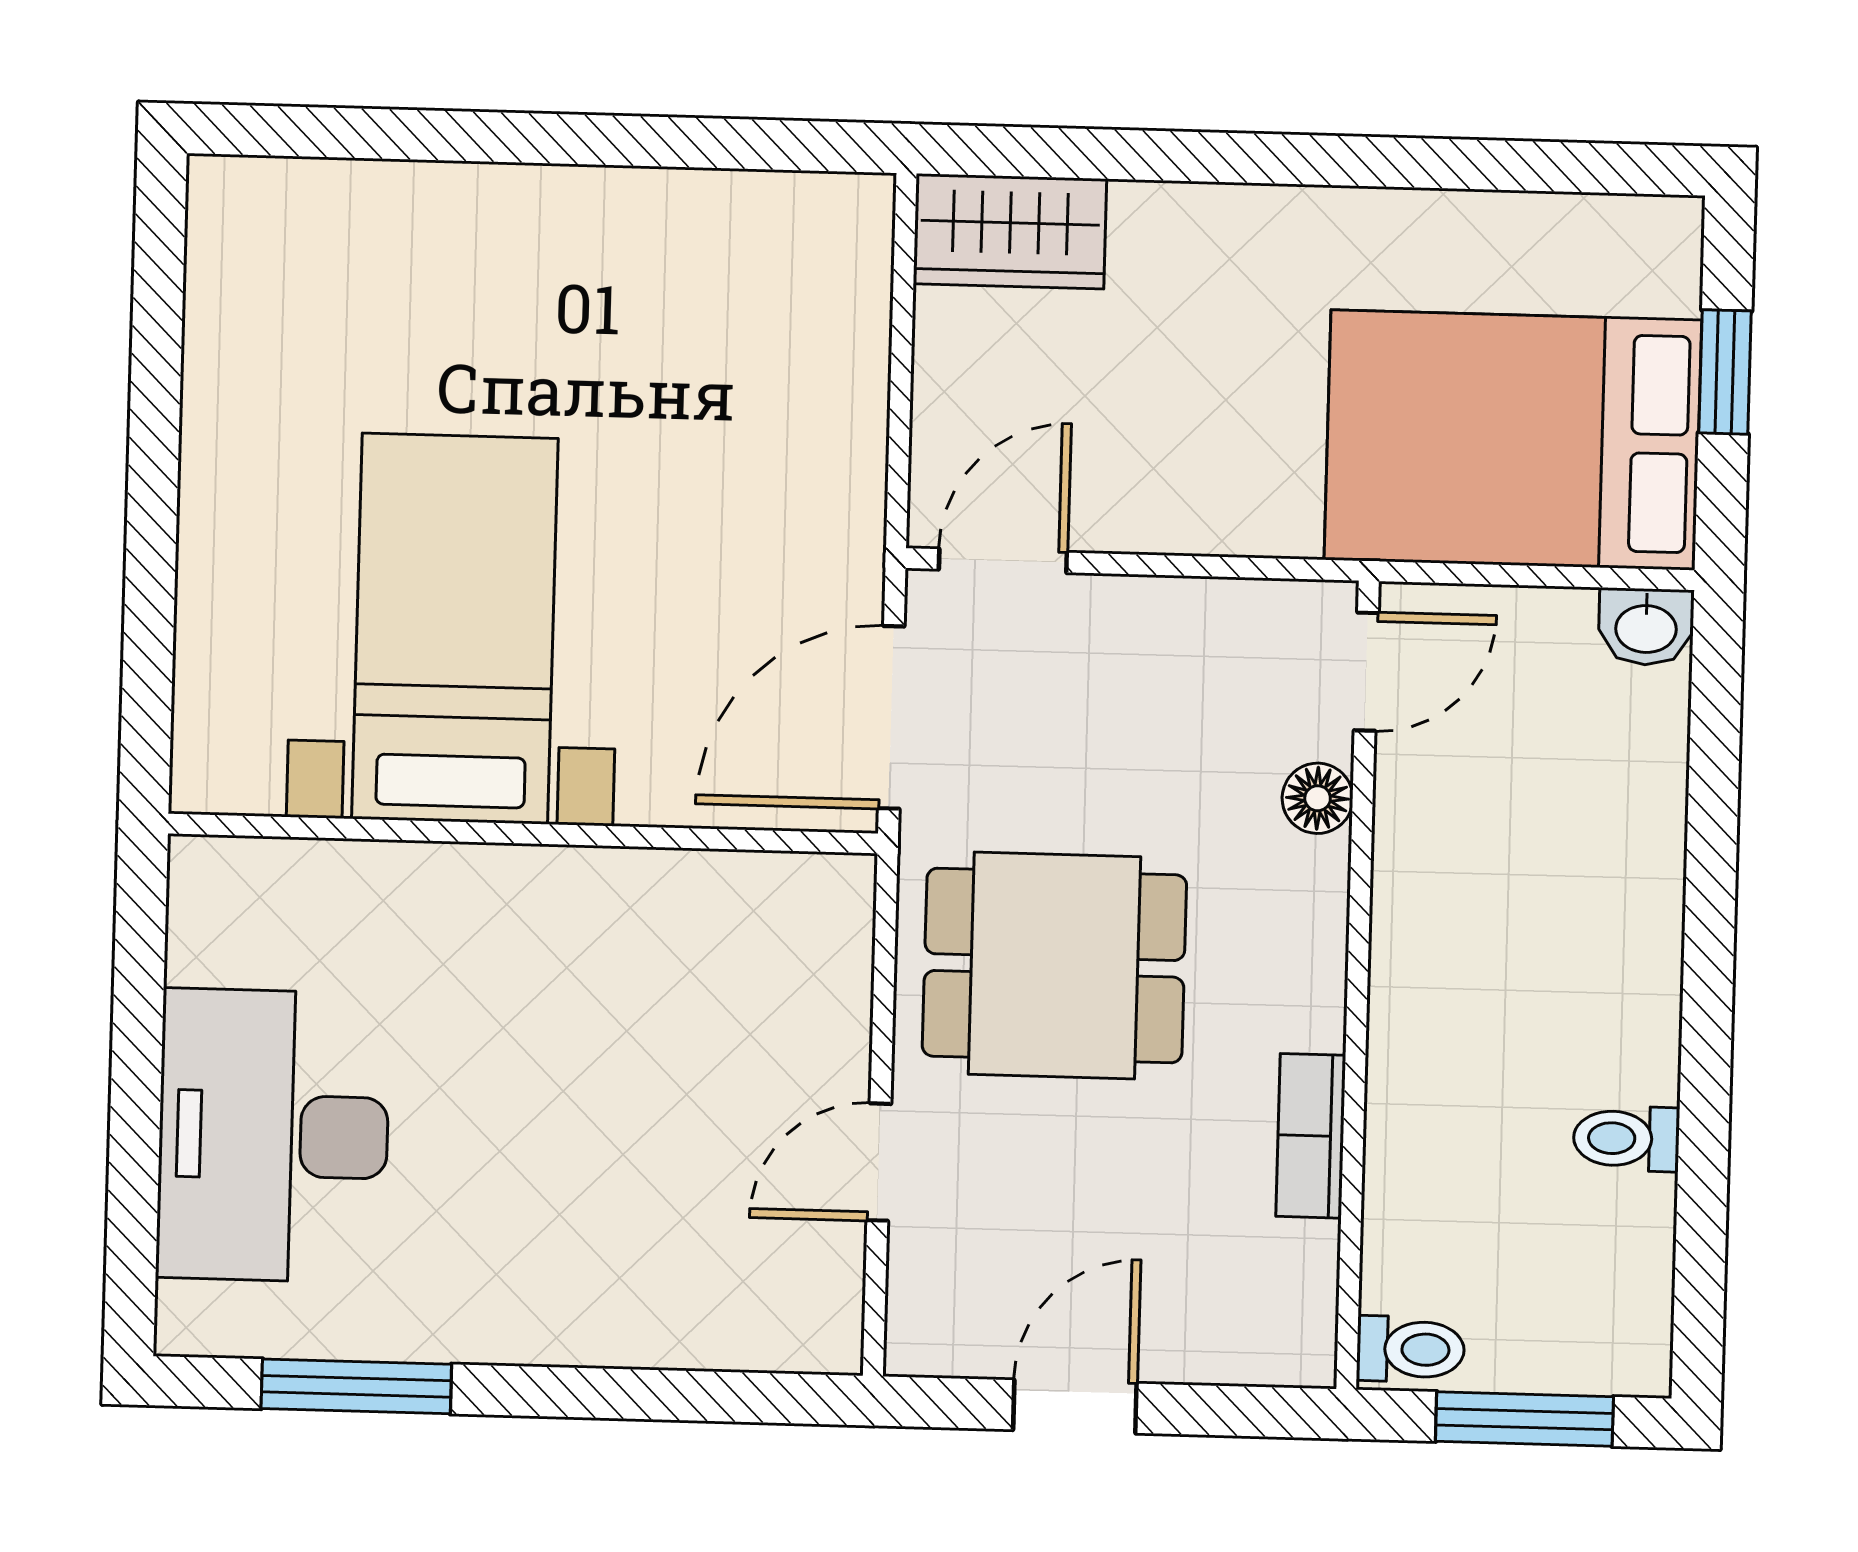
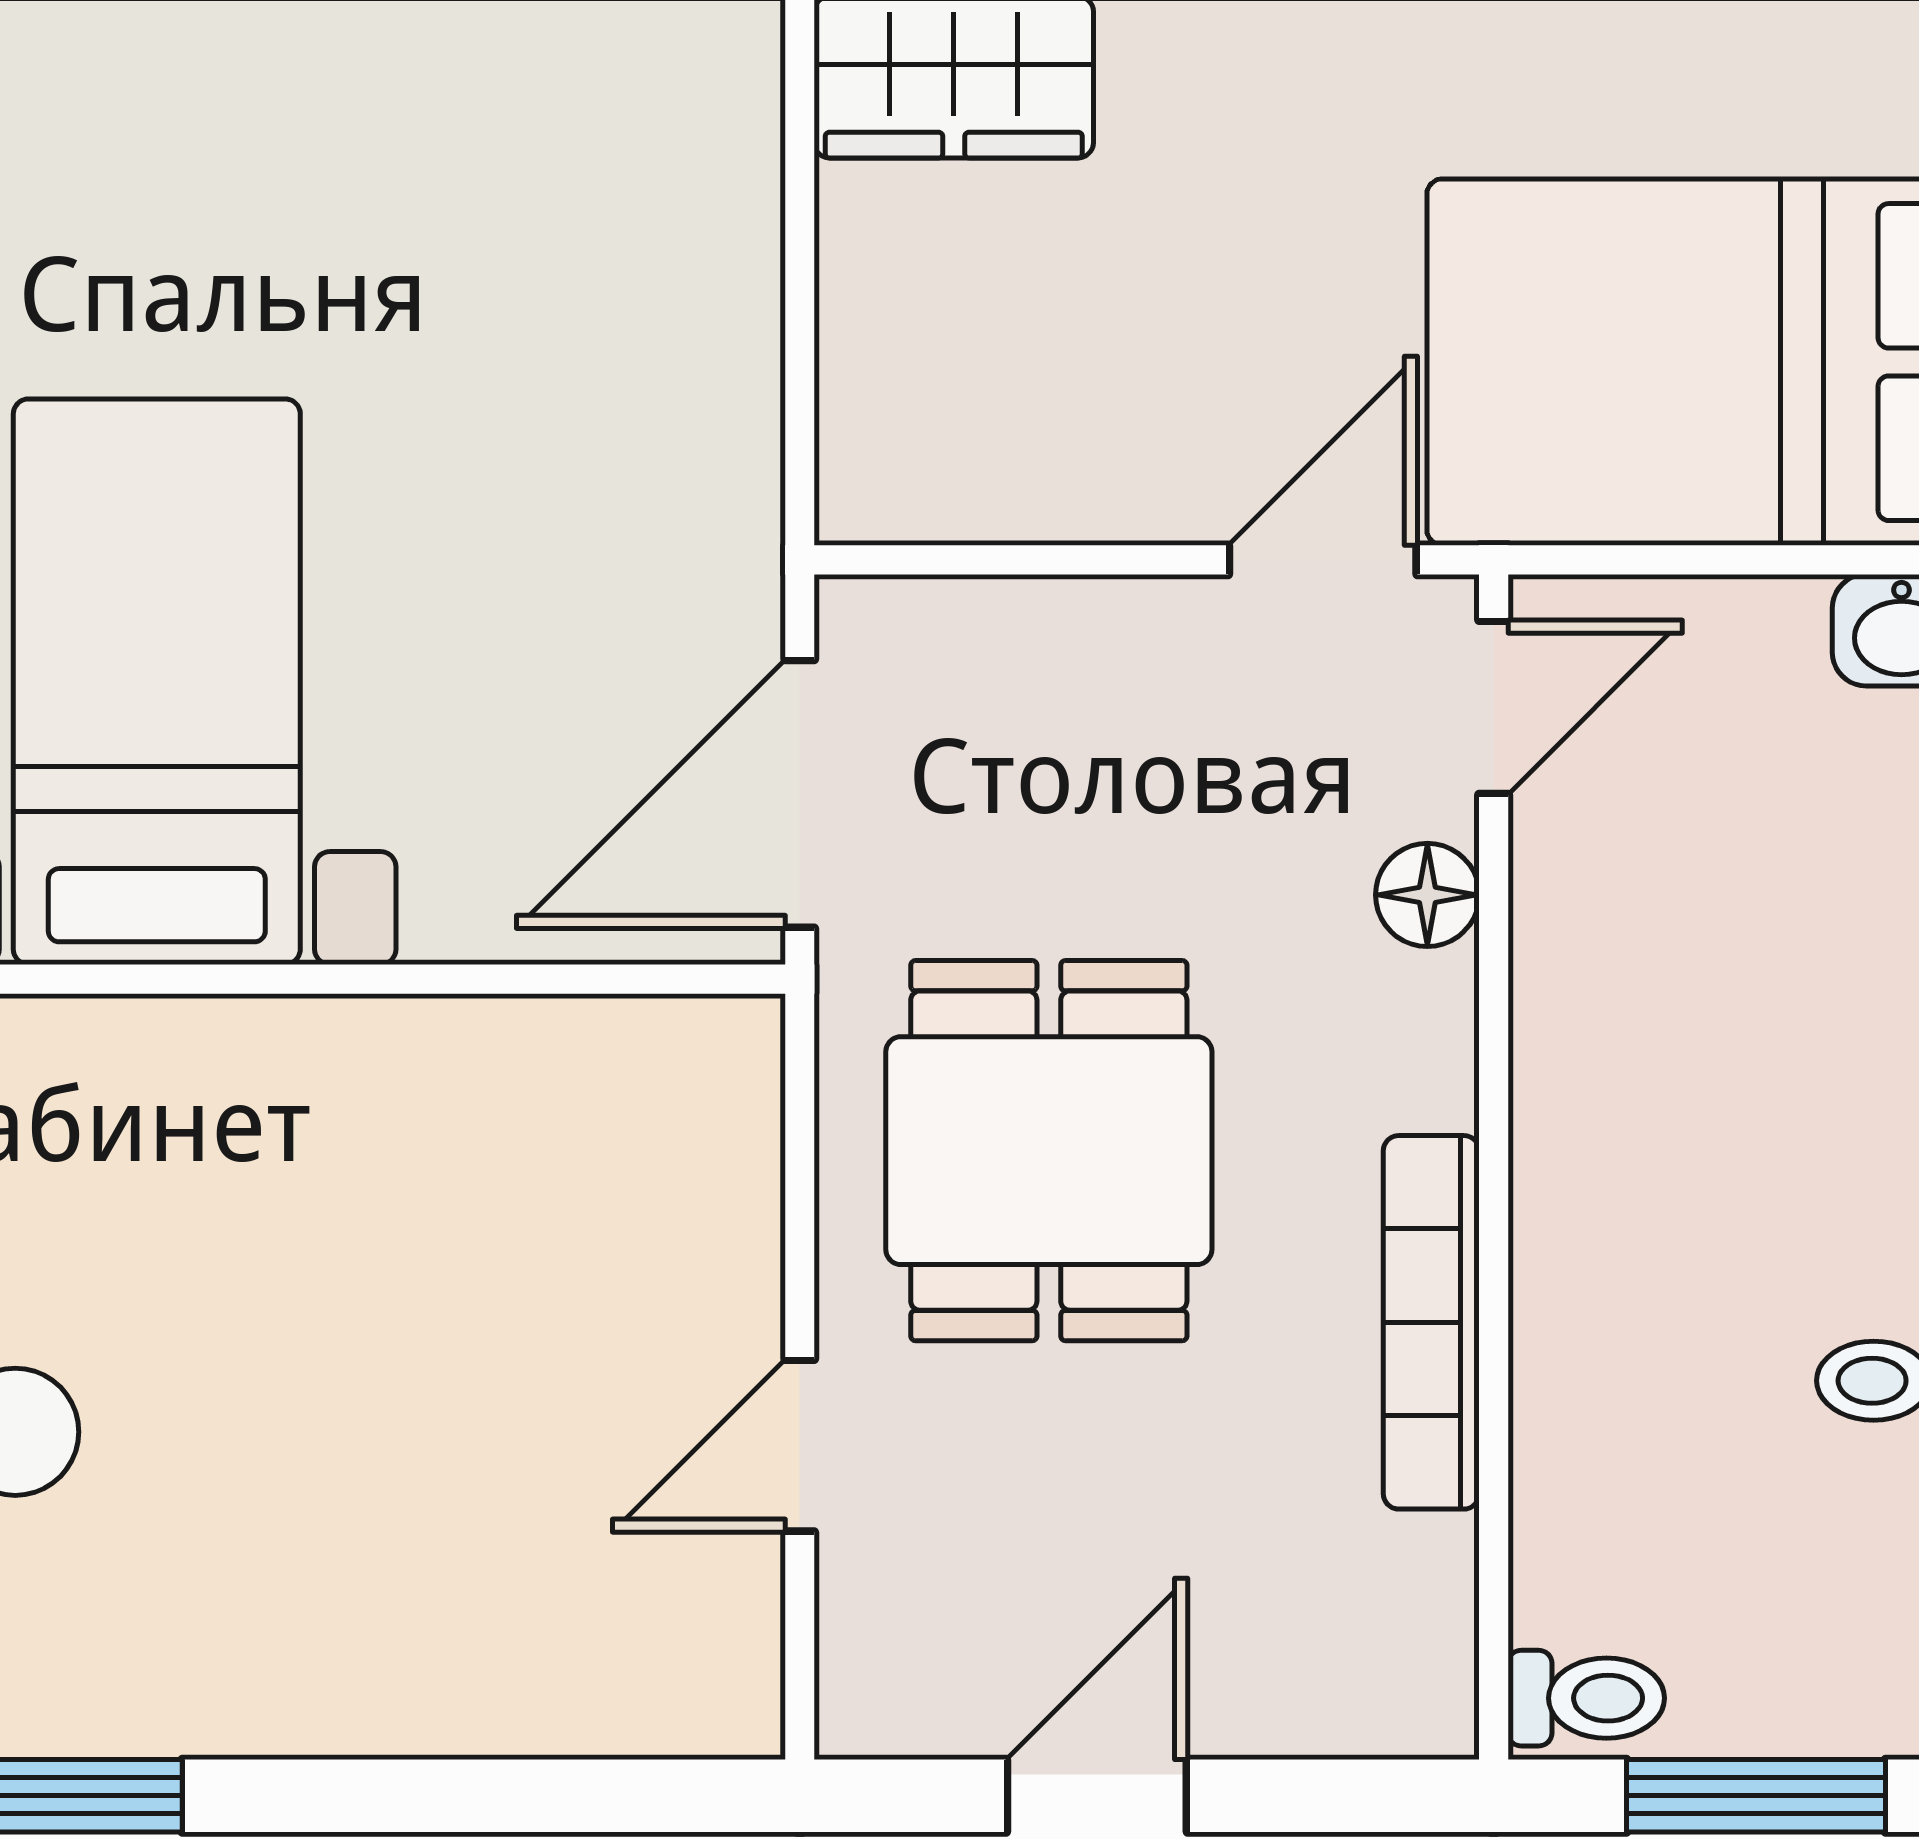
door: (1003, 561) -> (1323, 560), moved
dining table: (1054, 965) -> (1049, 1151), turned 90
bookcase: (1311, 1136) -> (1431, 1322), width x1.56

